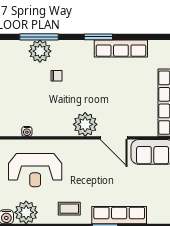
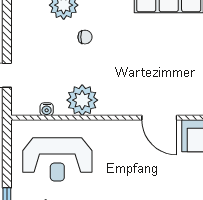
plant: (85, 124) -> (82, 100), moved

